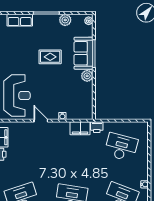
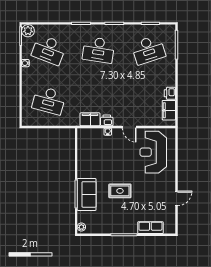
plant: (65, 20) -> (105, 228), removed
plant: (87, 76) -> (83, 172), removed
printer: (97, 127) -> (107, 120), moved

